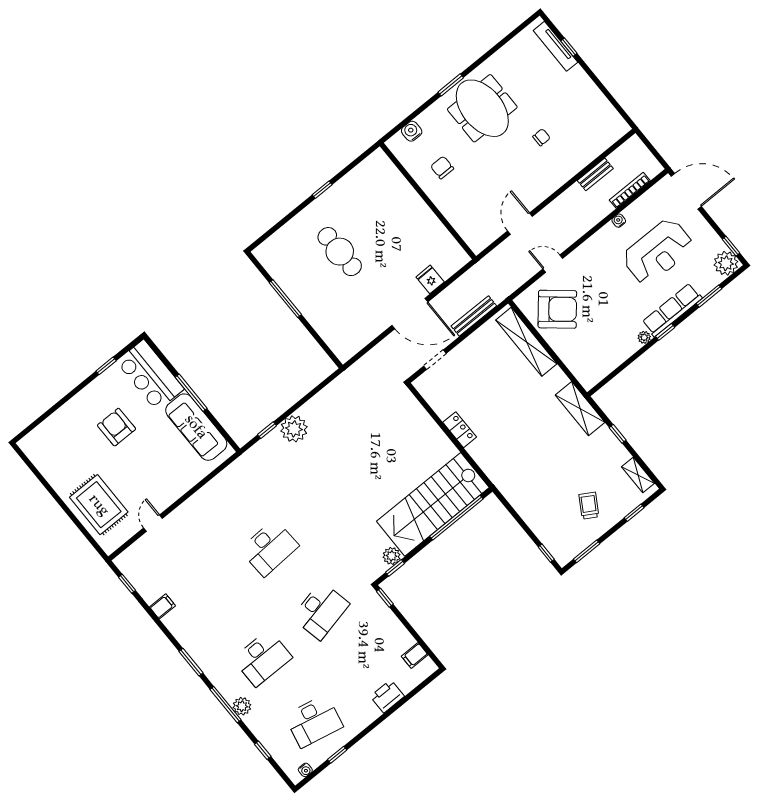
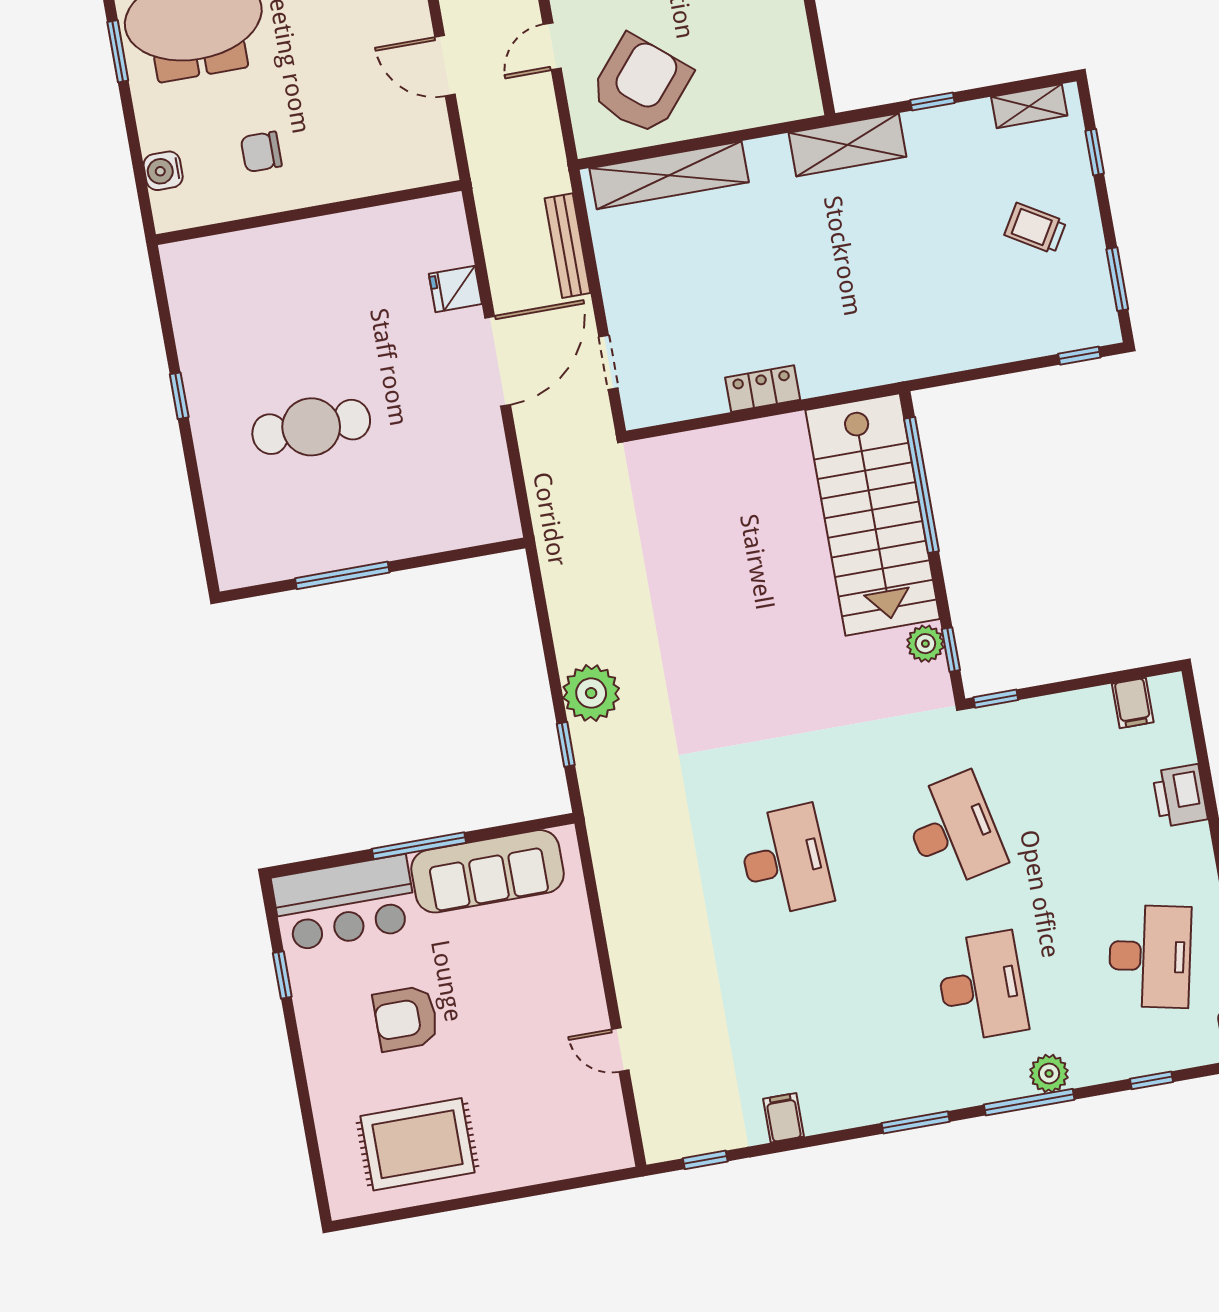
rug: (99, 505) -> (418, 1144), moved

